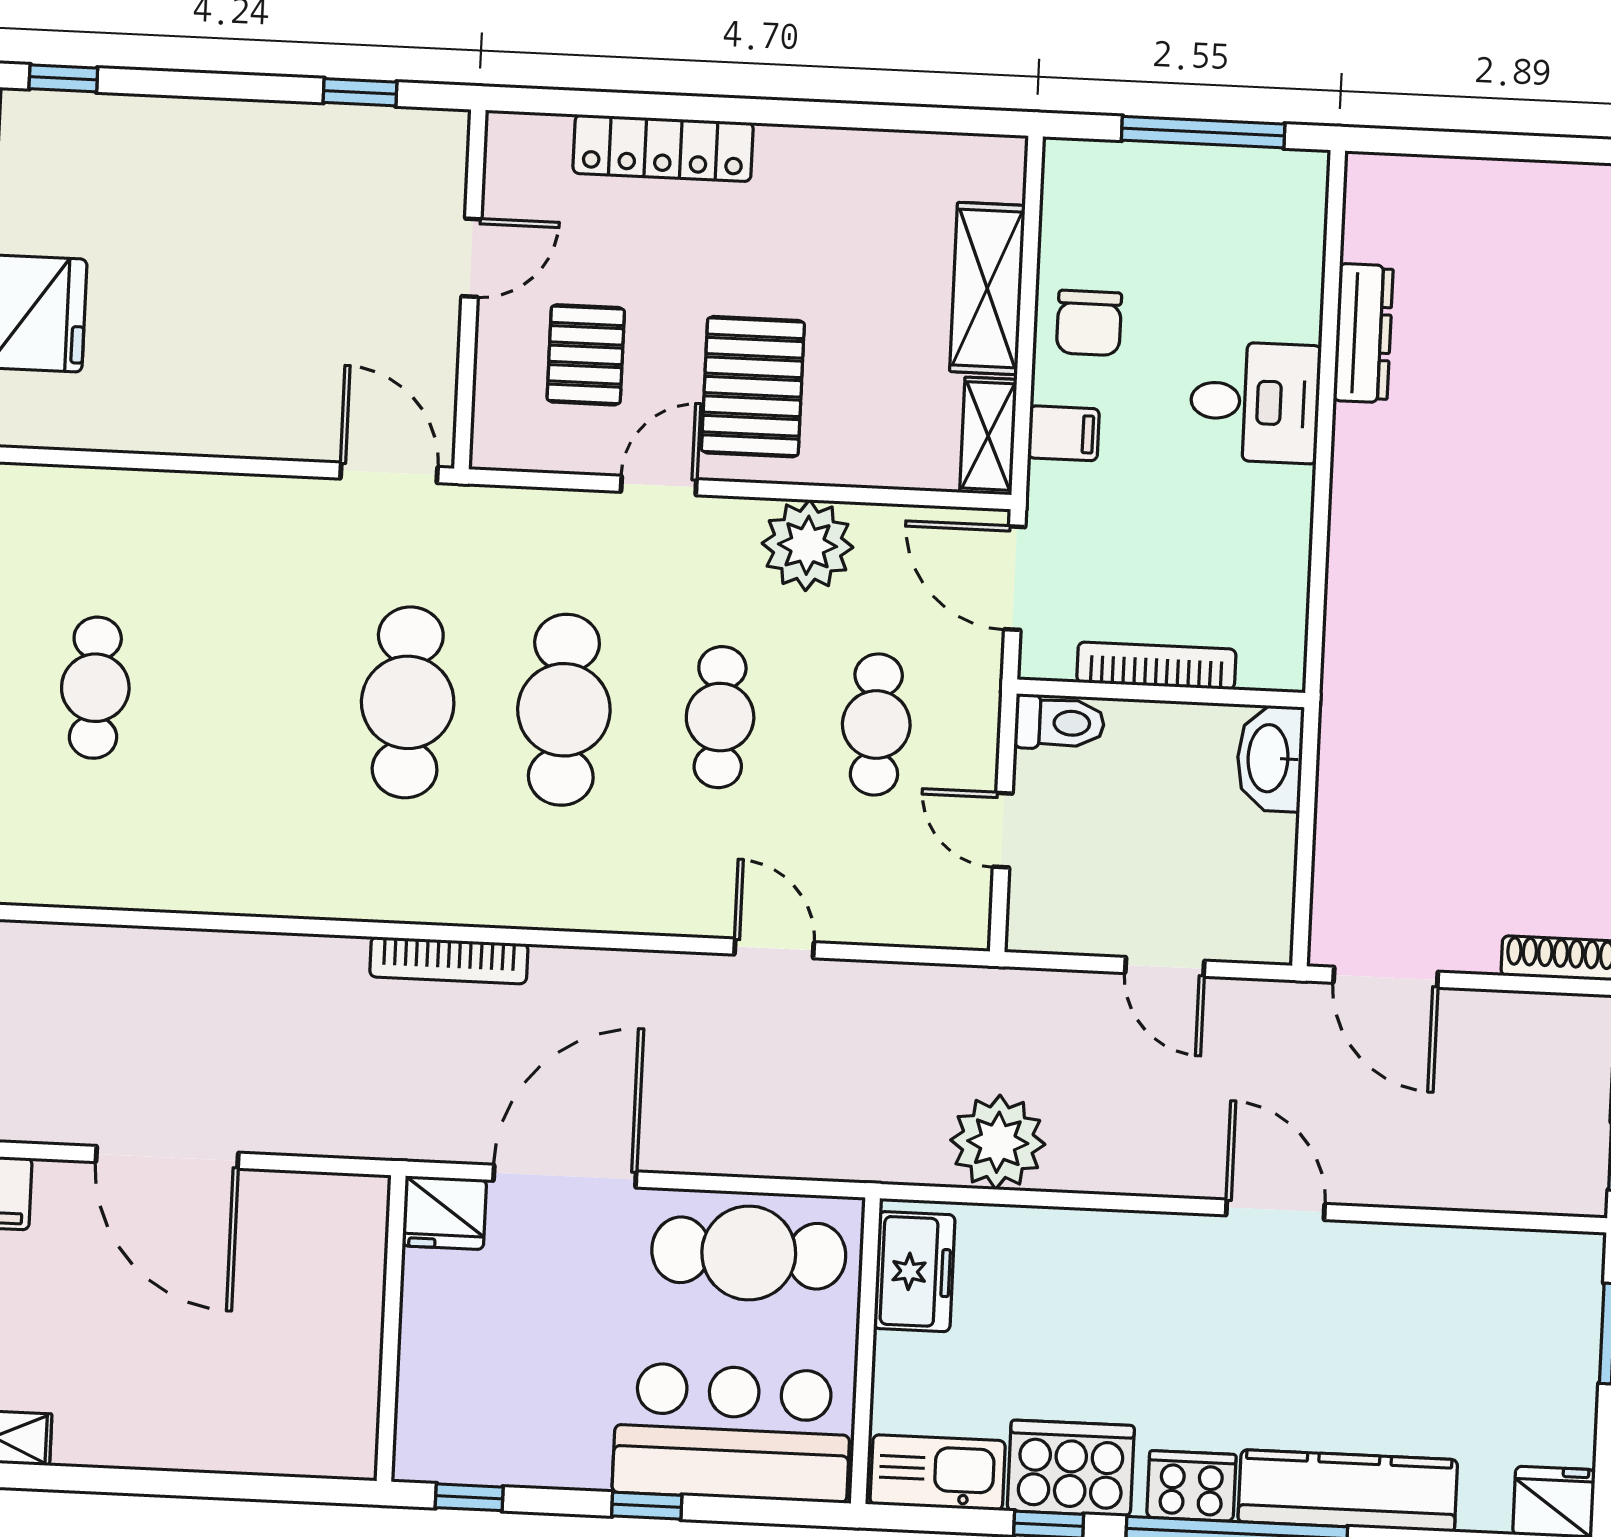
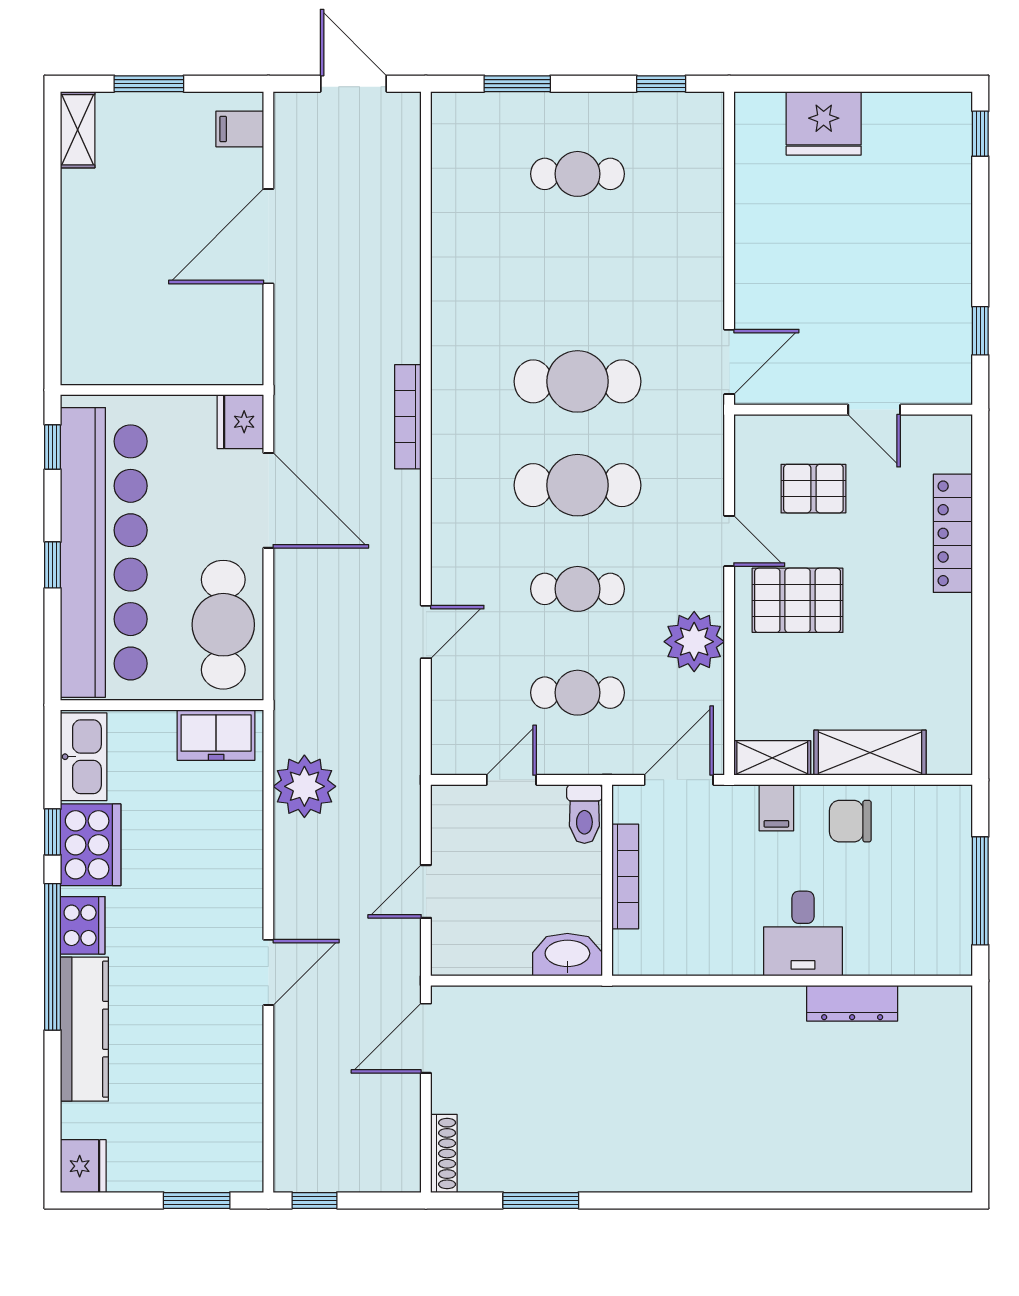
bar counter: (732, 1432) -> (104, 552), width x1.86

